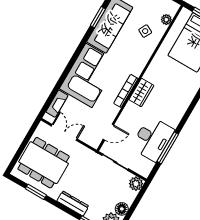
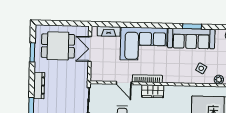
double door: (64, 132) -> (90, 49), swing flipped
door: (108, 132) -> (124, 83), moved
dining table: (44, 163) -> (58, 46), width x0.73

